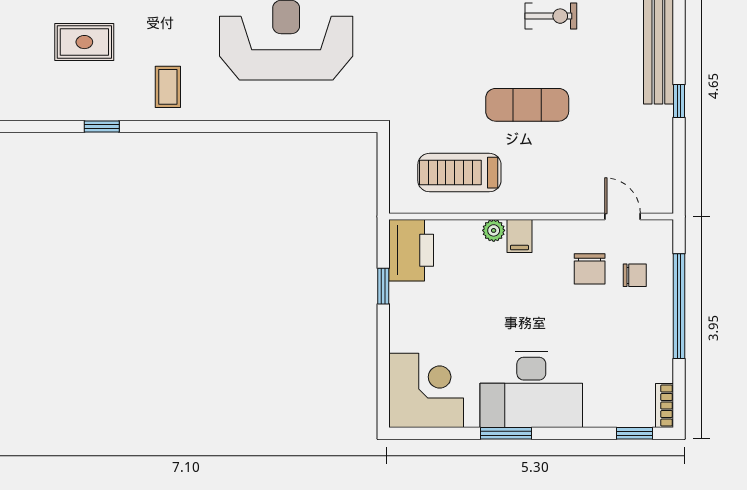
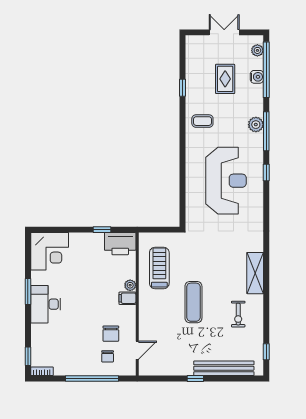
chair: (590, 269) -> (111, 334), turned -90
desk: (531, 389) -> (46, 304), width x0.73, depth x0.77

